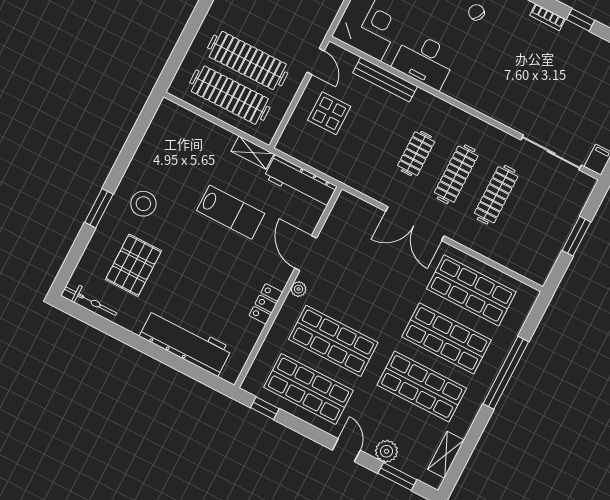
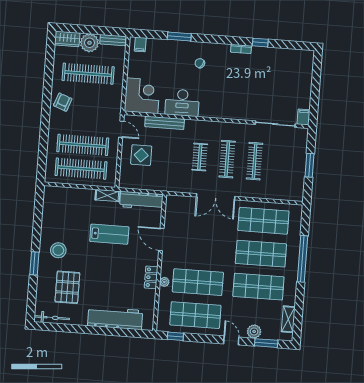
plant: (299, 289) -> (164, 282), moved

